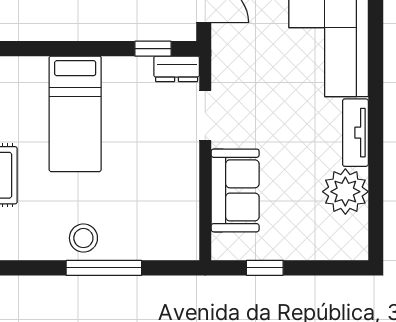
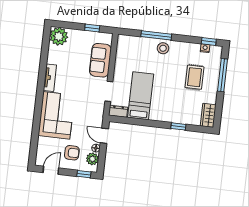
window: (153, 49) -> (178, 126), moved
bed: (75, 114) -> (141, 96), moved
plant: (345, 192) -> (59, 36), moved

